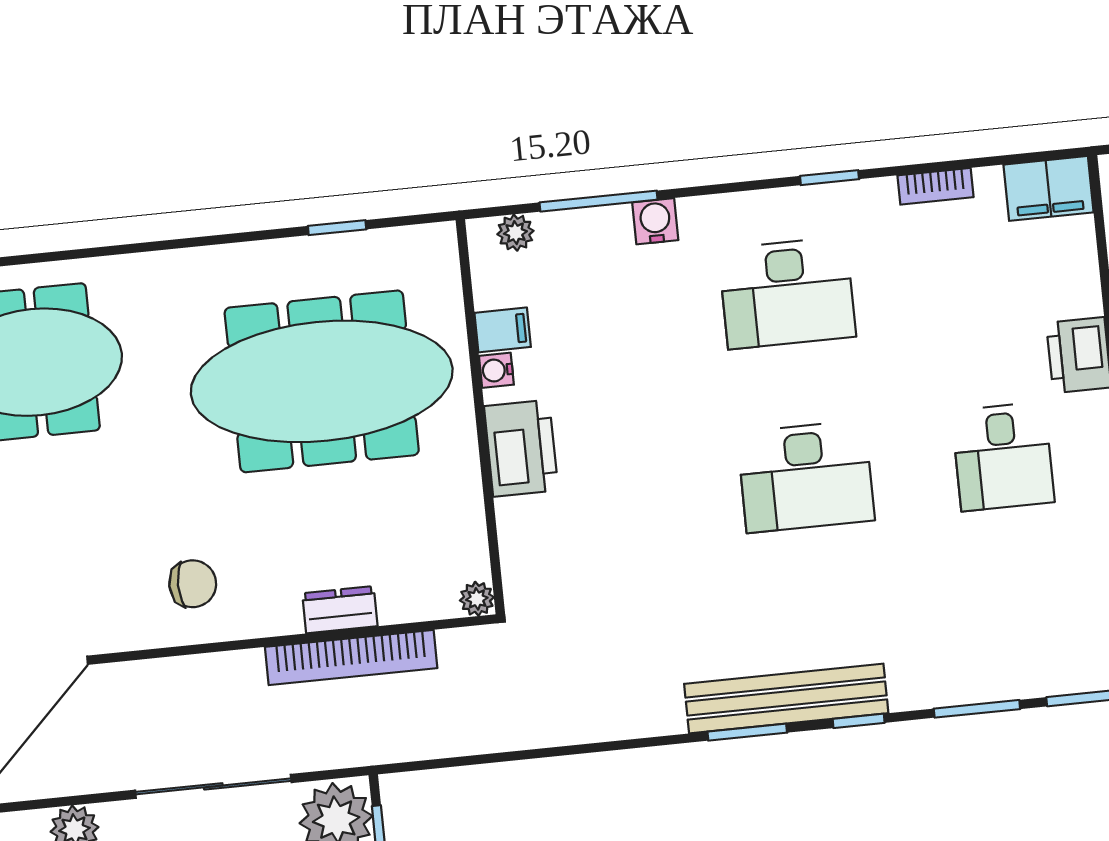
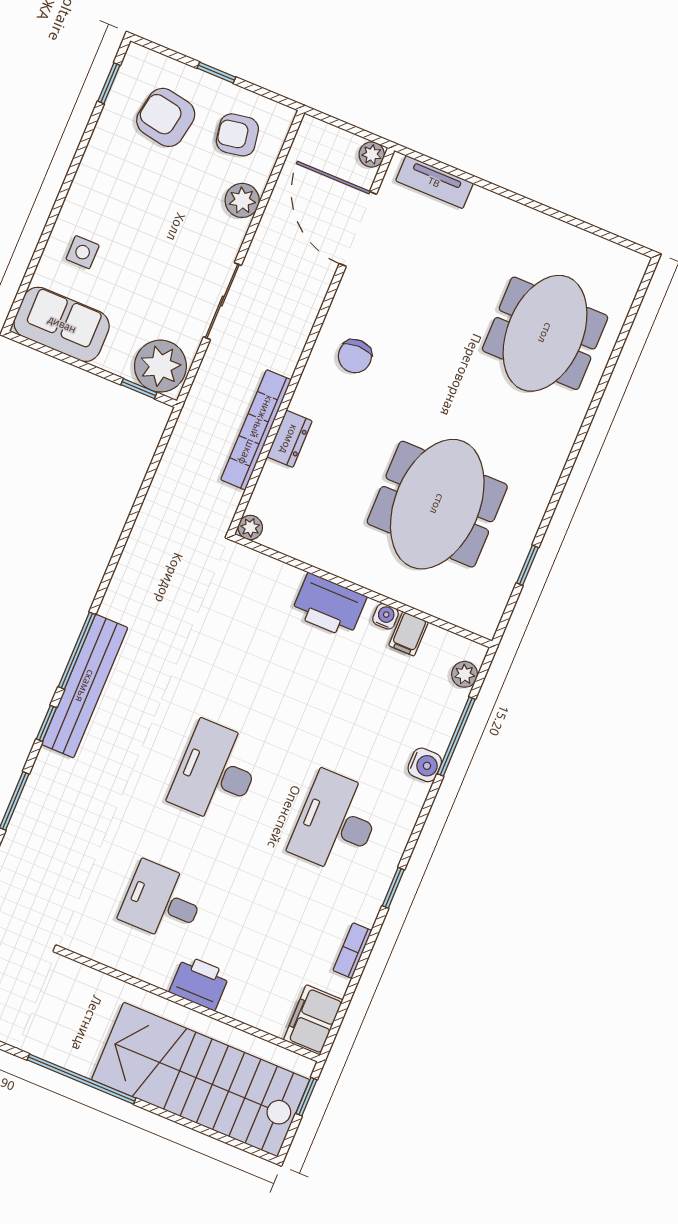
meeting table: (322, 381) -> (437, 504), width x0.73
window: (747, 732) -> (77, 651), width x1.44
sliding door: (213, 786) -> (222, 301), width x0.73

